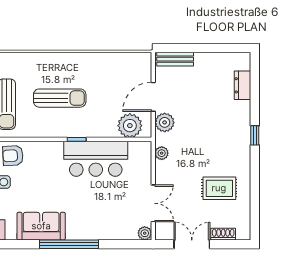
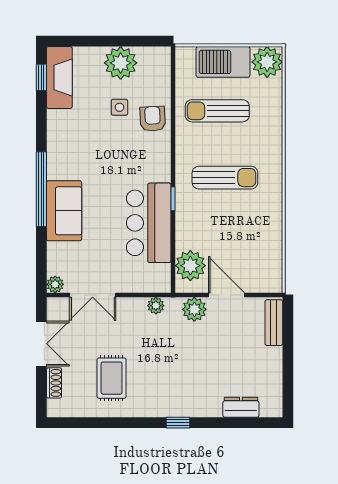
sun lounger: (60, 98) -> (225, 178), turned -90
sofa: (41, 226) -> (64, 211), moved

